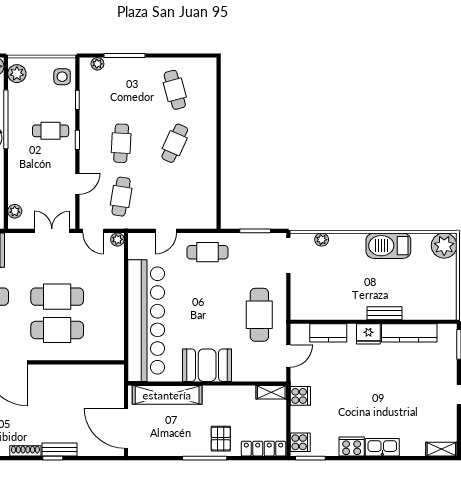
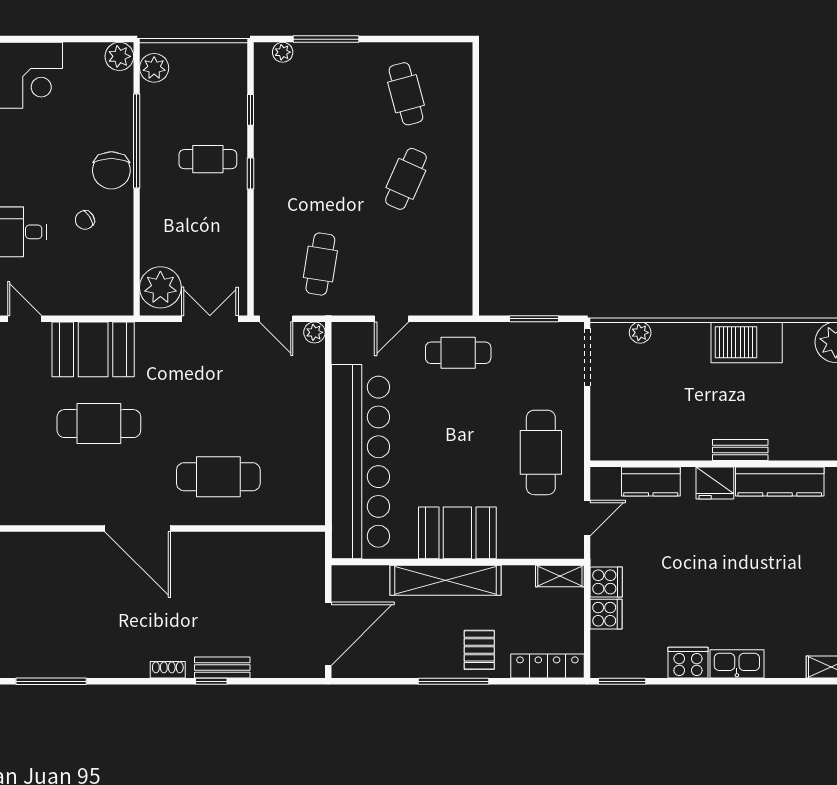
side table: (62, 77) -> (226, 73), removed
cafe table: (121, 143) -> (320, 179), removed
door: (77, 184) -> (251, 244), removed
plant: (15, 211) -> (160, 287), width x1.88, depth x1.88
cafe table: (57, 297) -> (218, 424), removed
shelving: (167, 395) -> (446, 580), moved
door: (126, 428) -> (328, 634), swing flipped
cooker: (300, 442) -> (606, 614), moved
shoe rack: (25, 451) -> (168, 670), width x0.70

